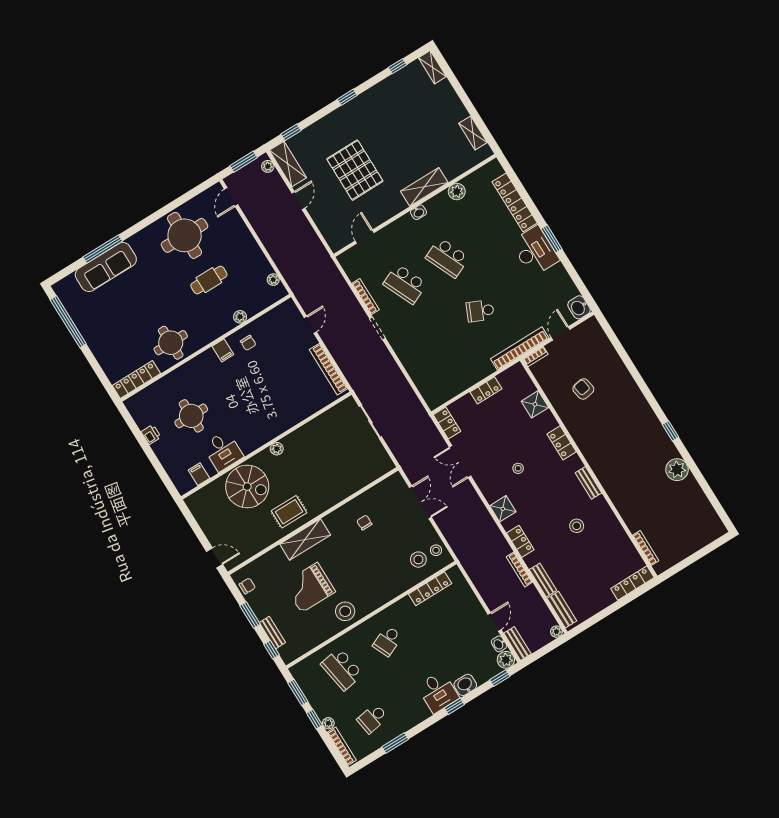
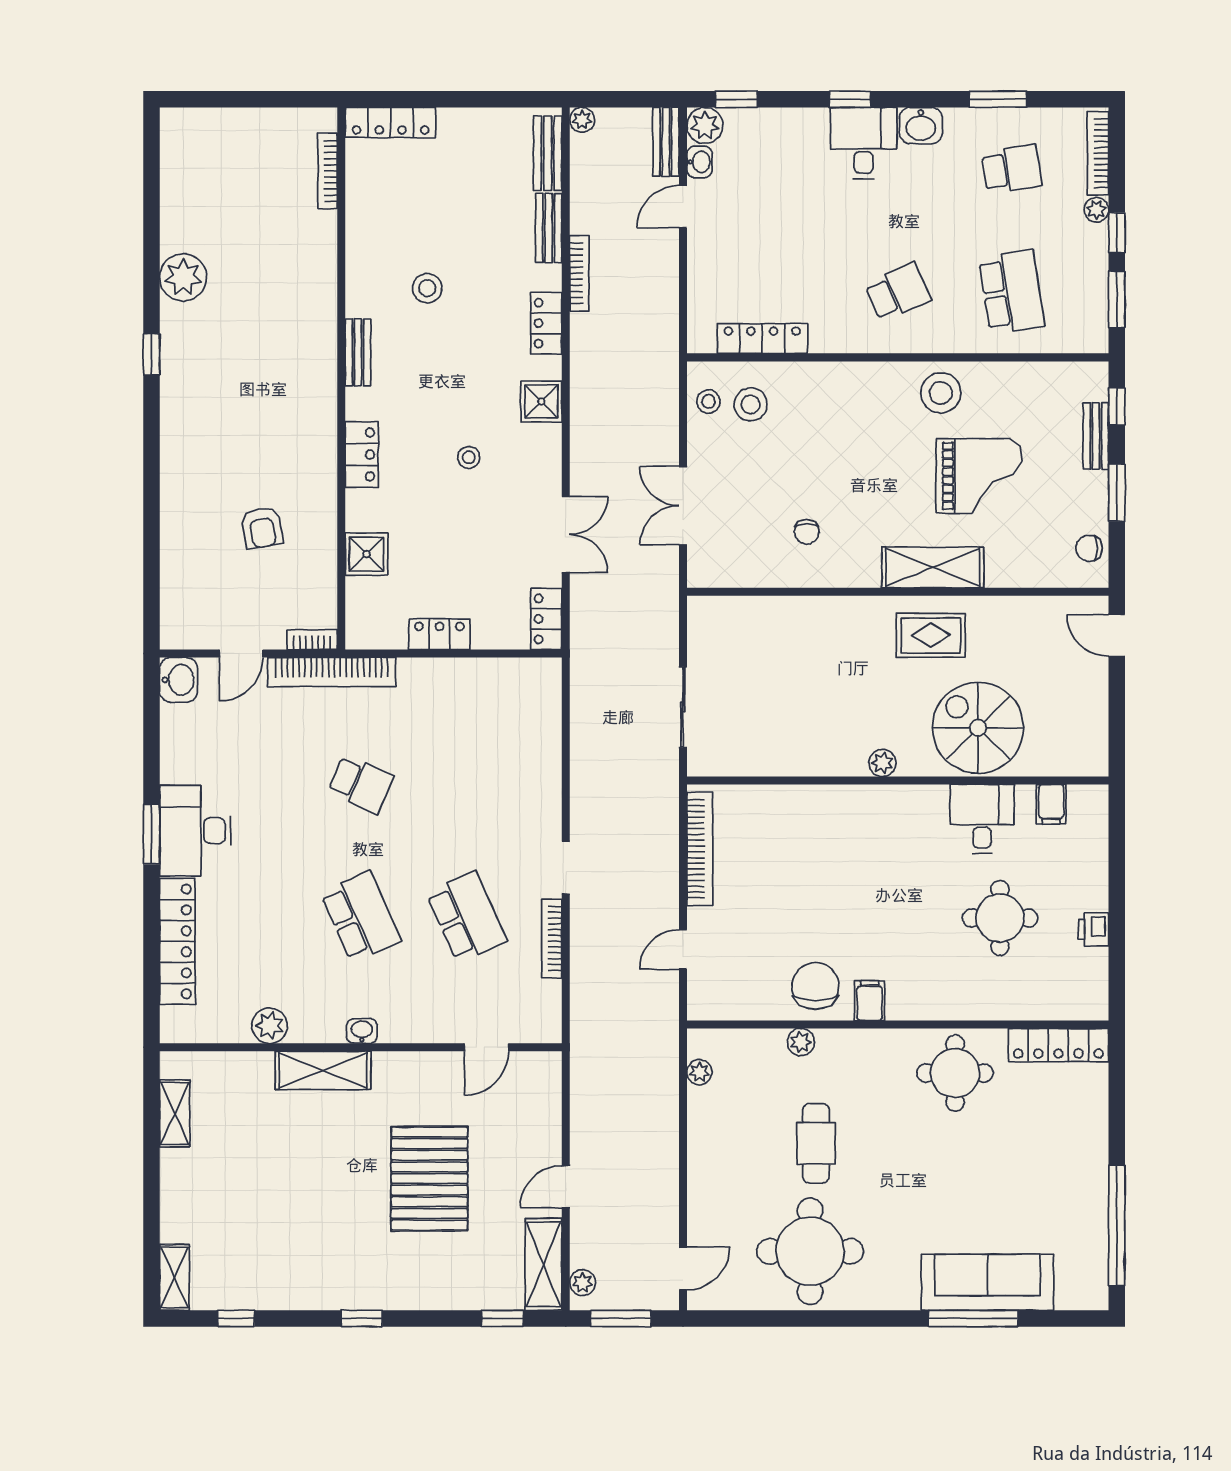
cafe table: (209, 280) -> (816, 1143), turned 90
chair: (248, 343) -> (815, 986), width x1.87, depth x1.87
washbasin: (465, 685) -> (921, 126), moved

